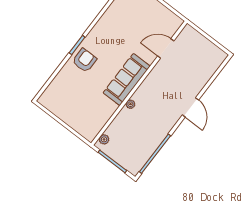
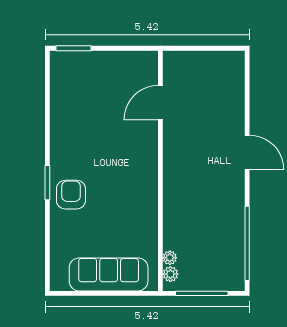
sofa: (127, 79) -> (109, 274), moved, turned 90
plant: (130, 104) -> (170, 258), moved

